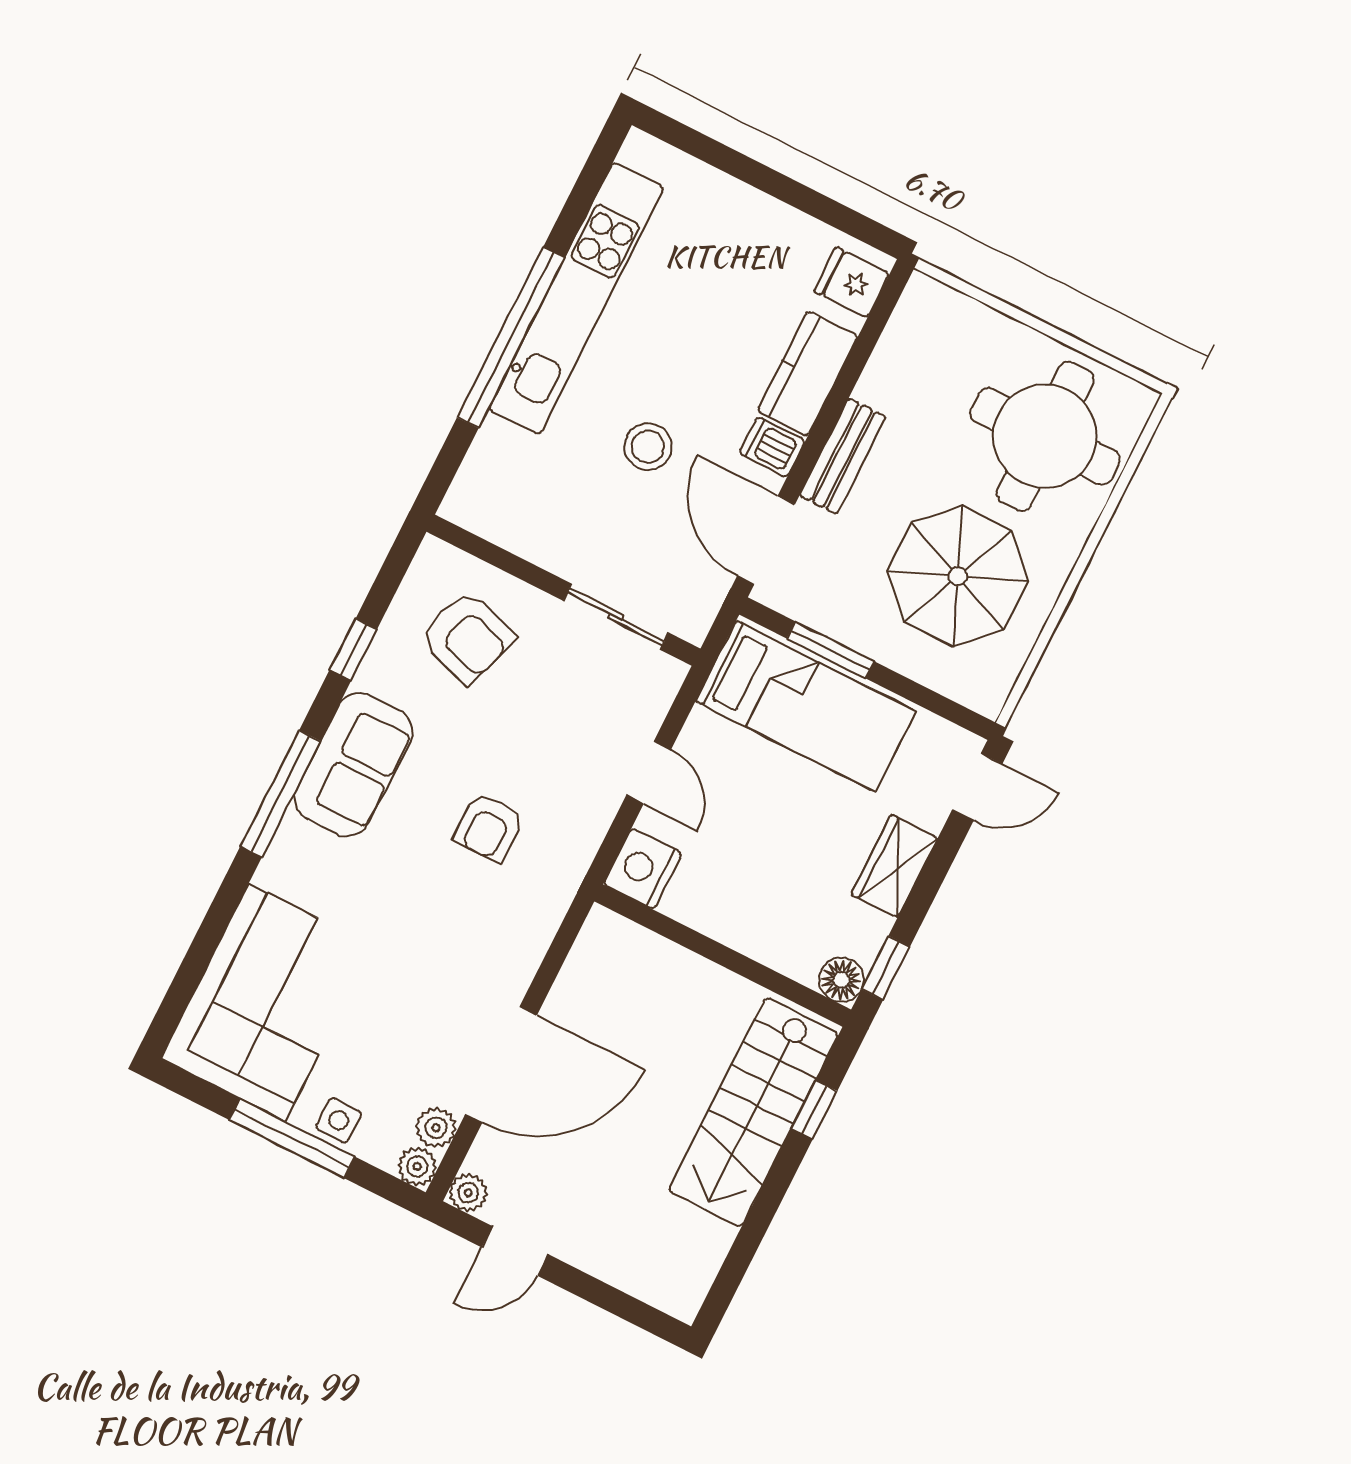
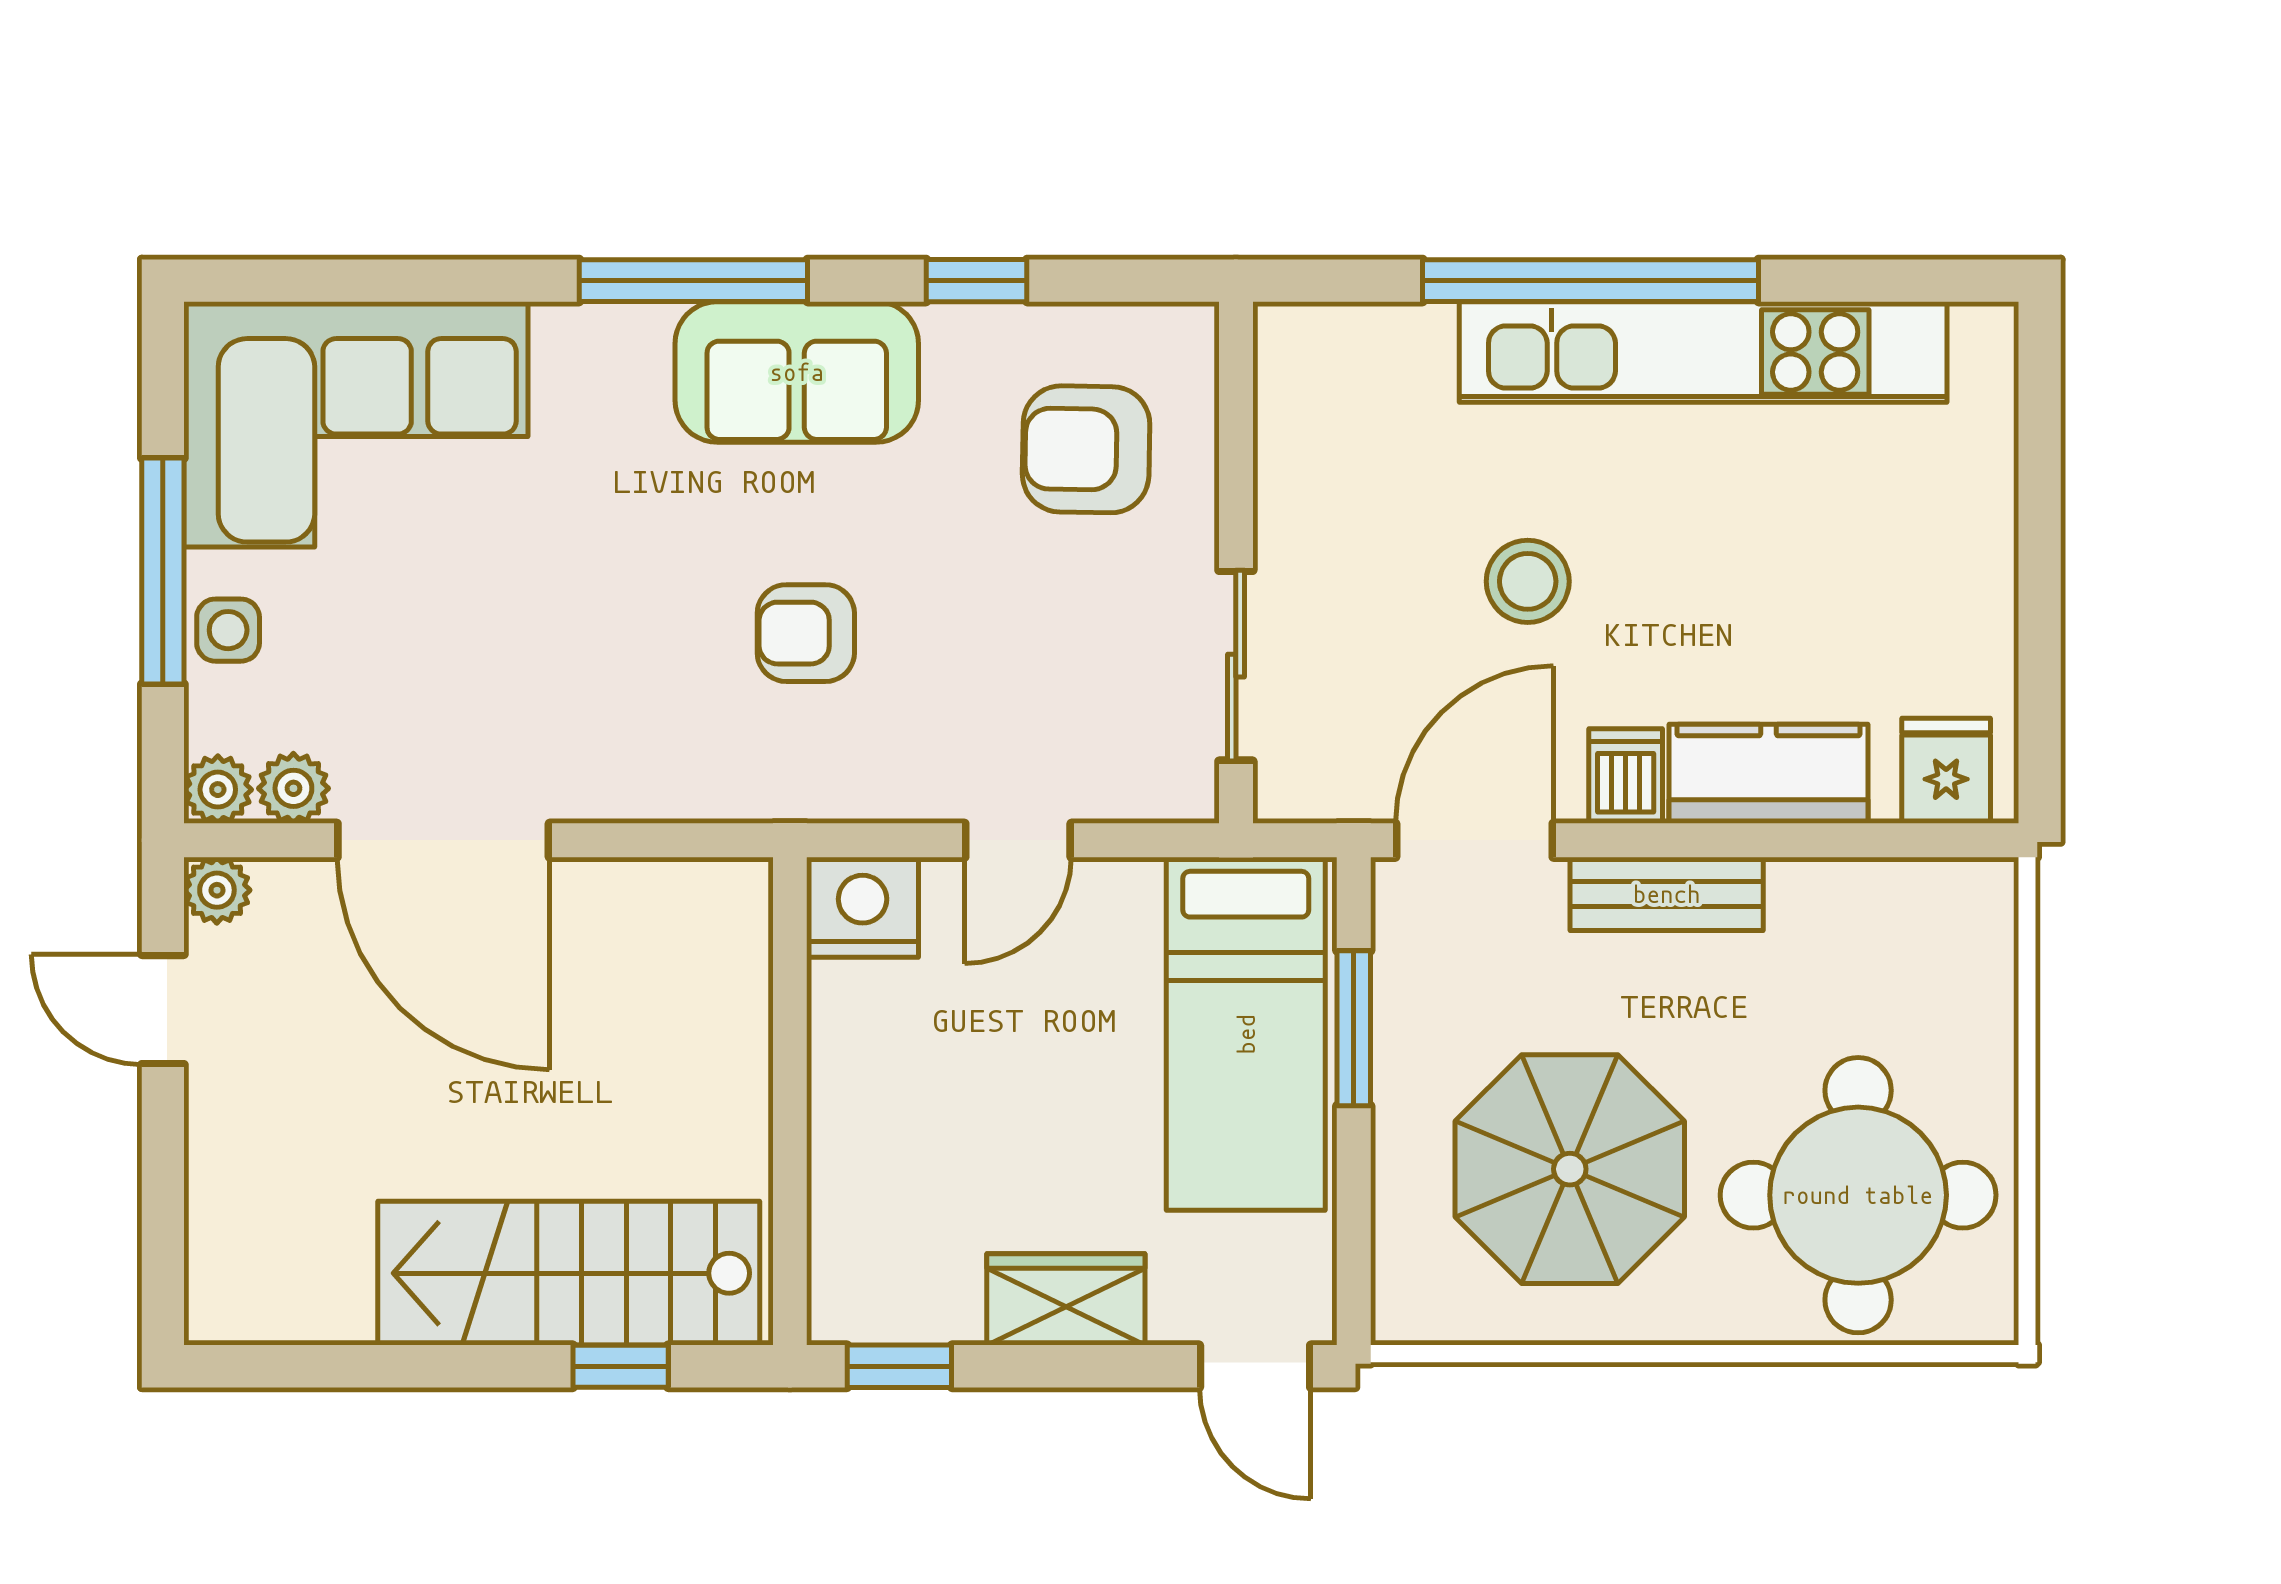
armchair: (467, 637) -> (1086, 449), turned 73
floor lamp: (841, 980) -> (846, 1306), removed

